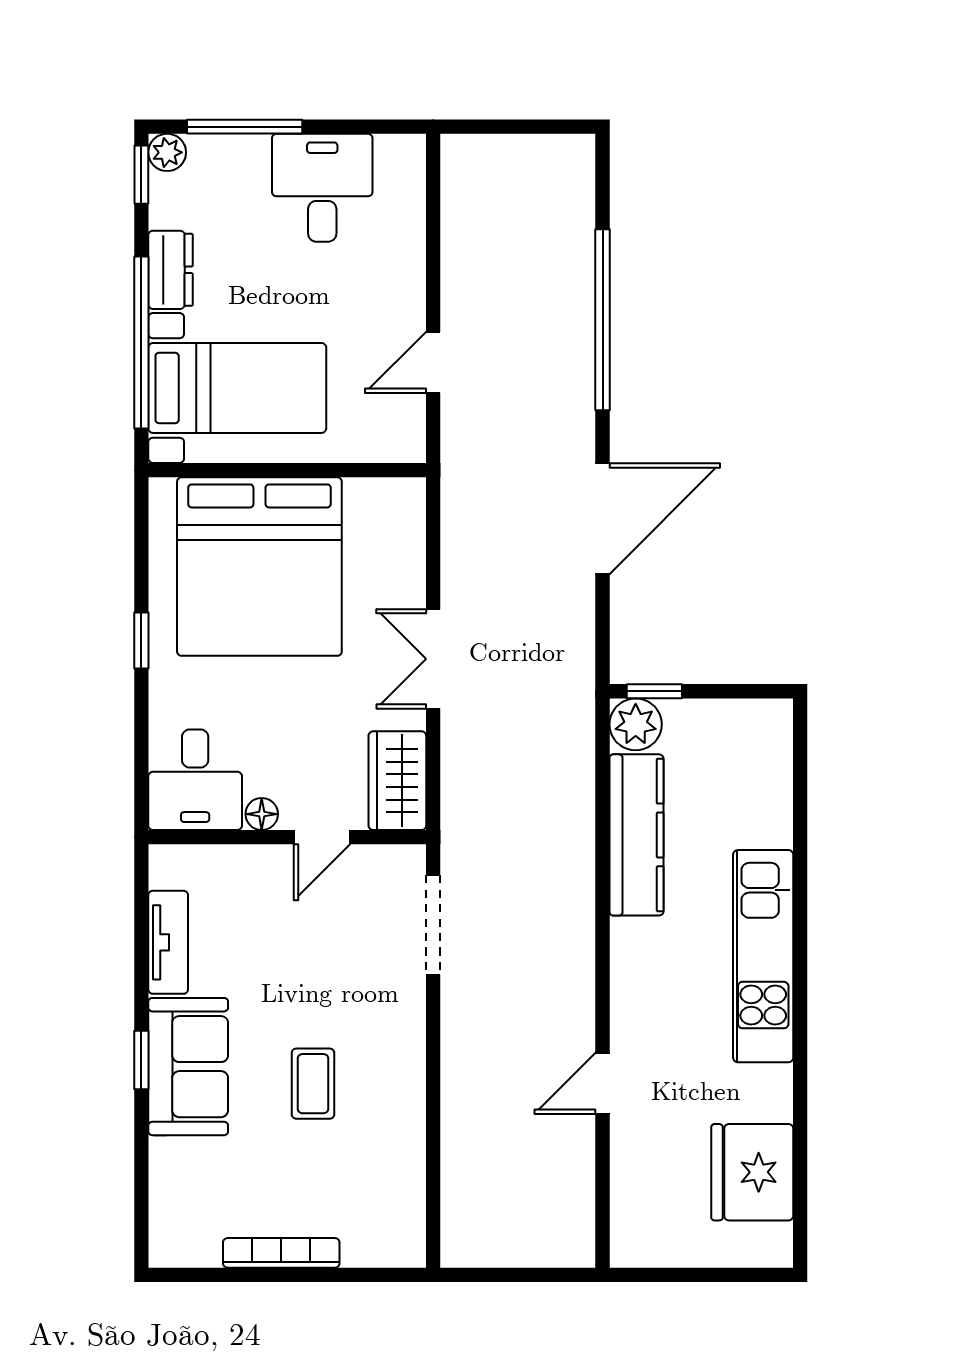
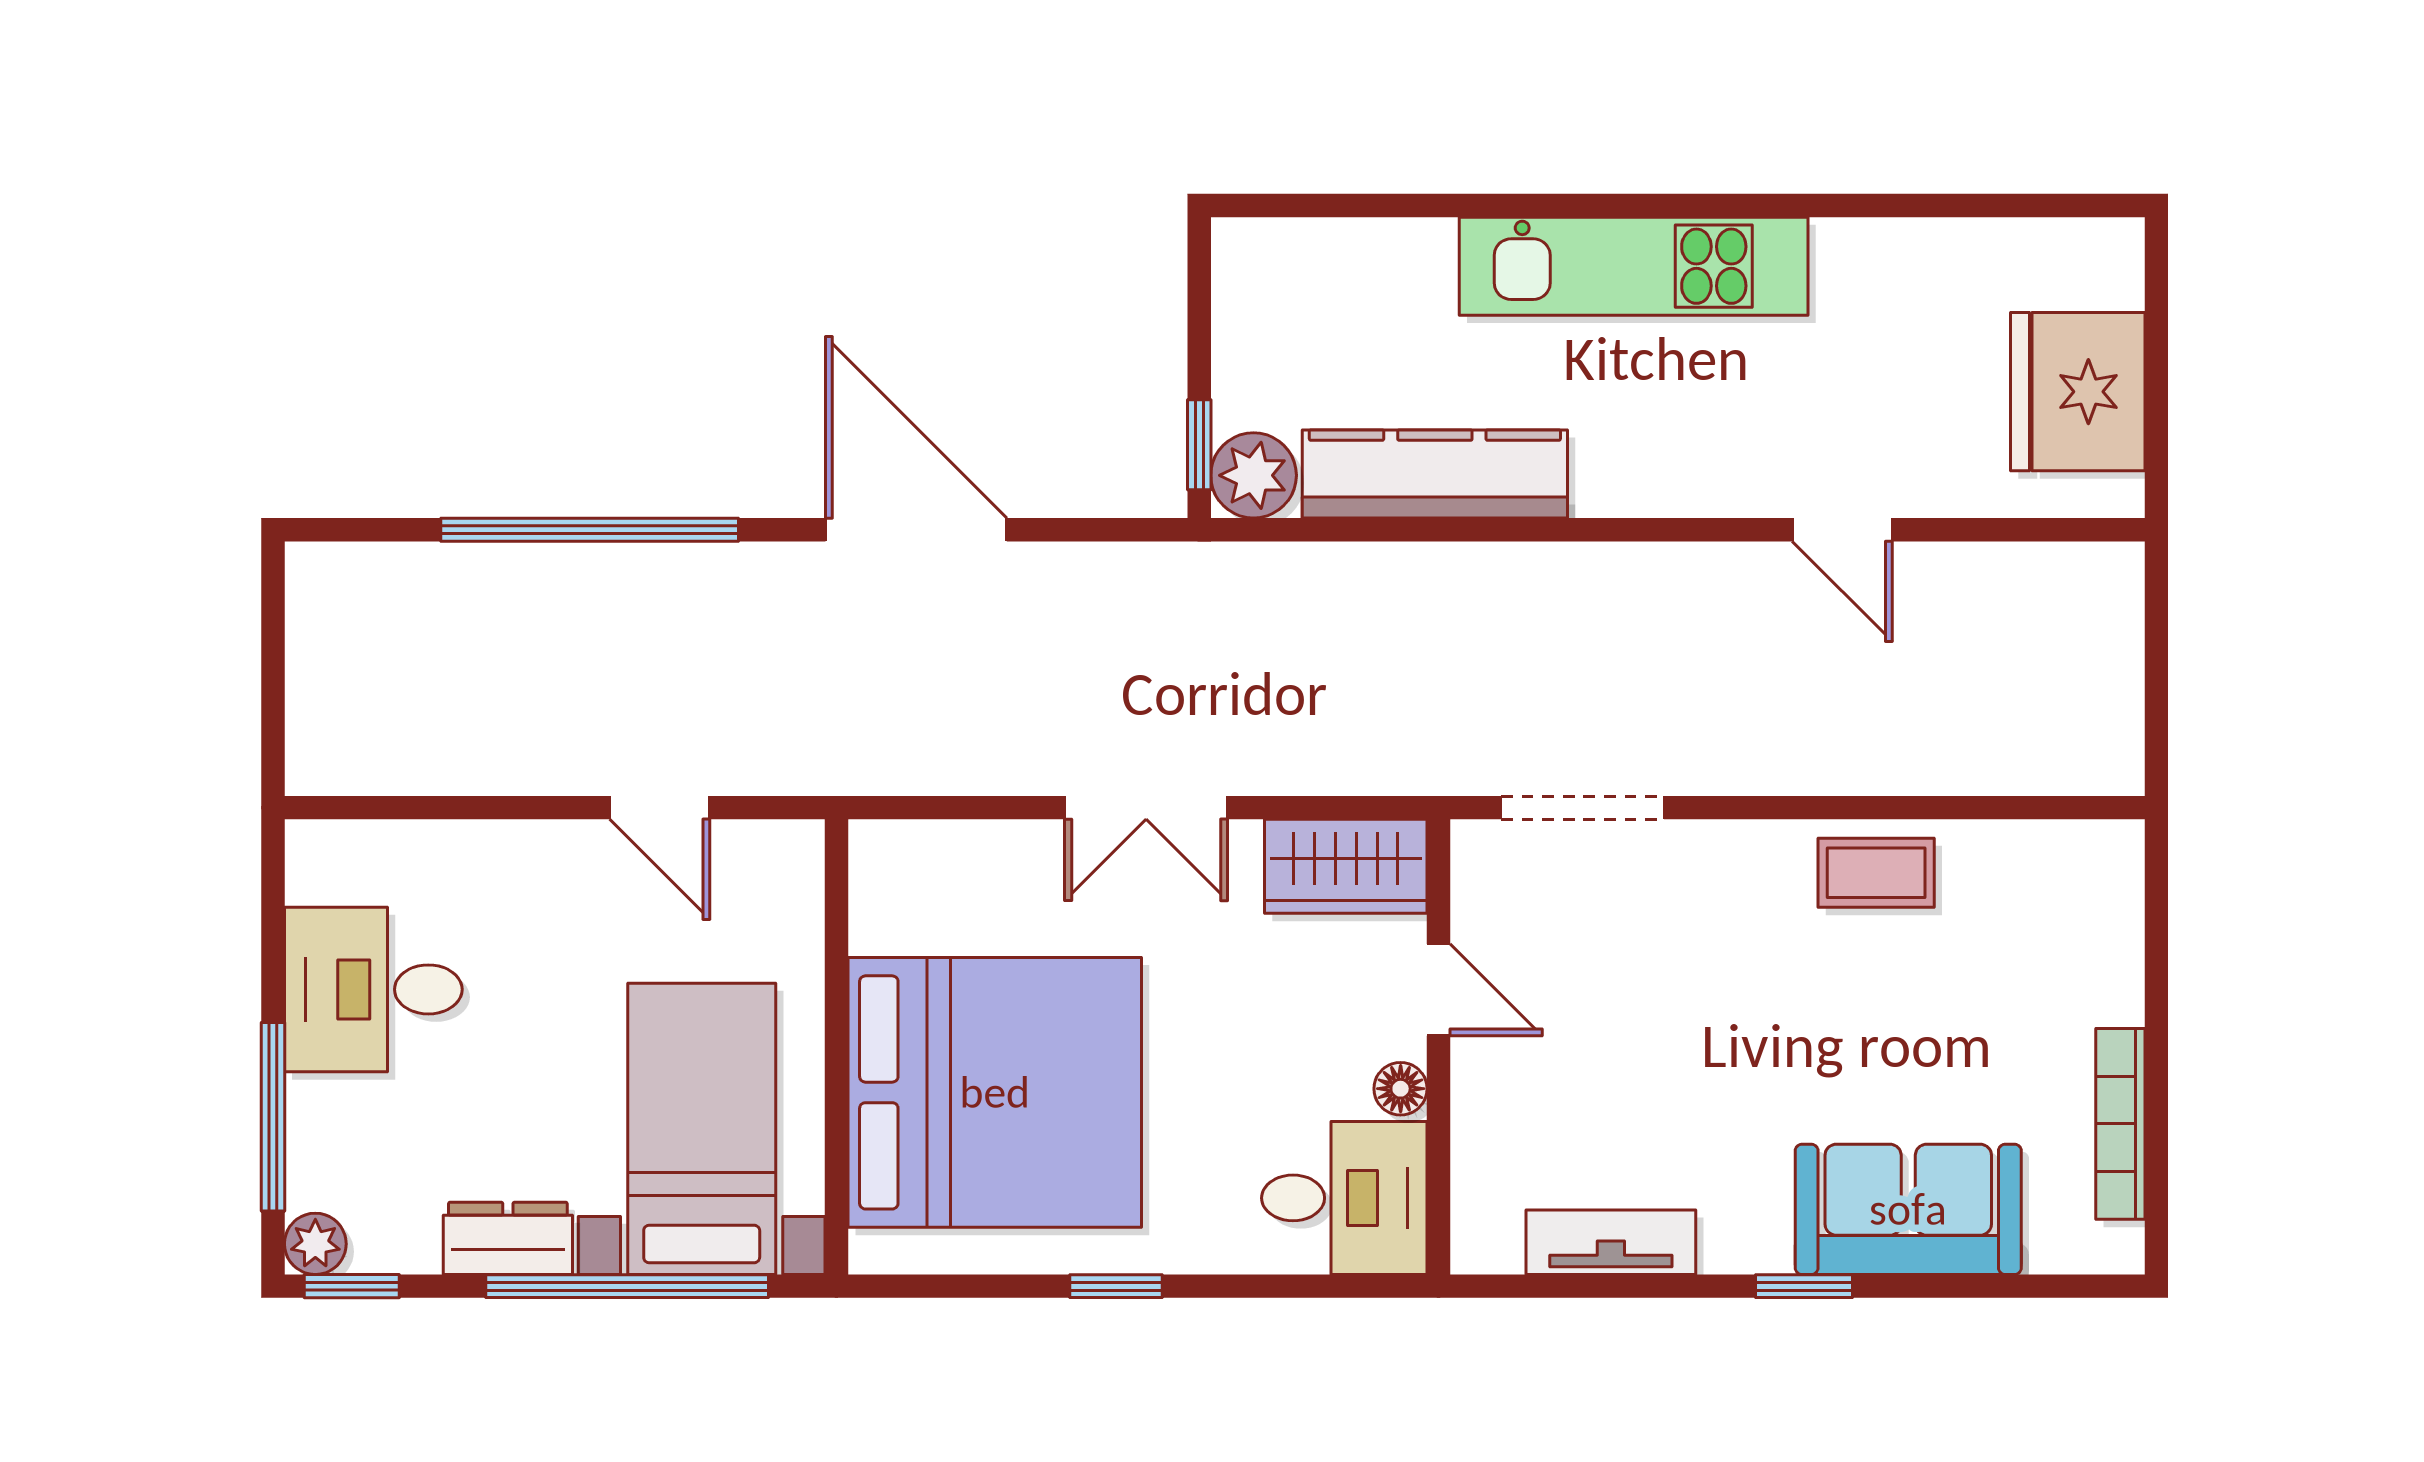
sofa: (188, 1067) -> (1908, 1209), moved
coffee table: (313, 1084) -> (1876, 873), moved
fridge: (752, 1172) -> (2078, 392), moved, turned 90
bookcase: (281, 1253) -> (2120, 1124), moved

